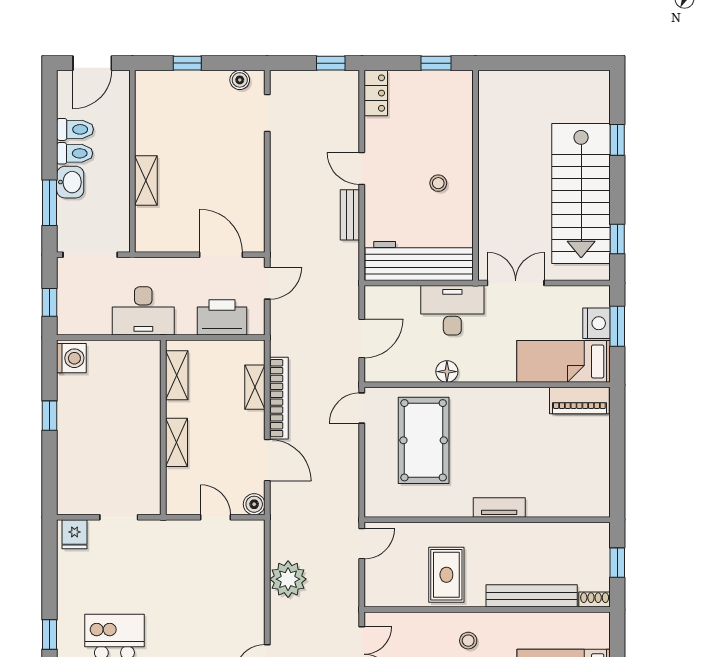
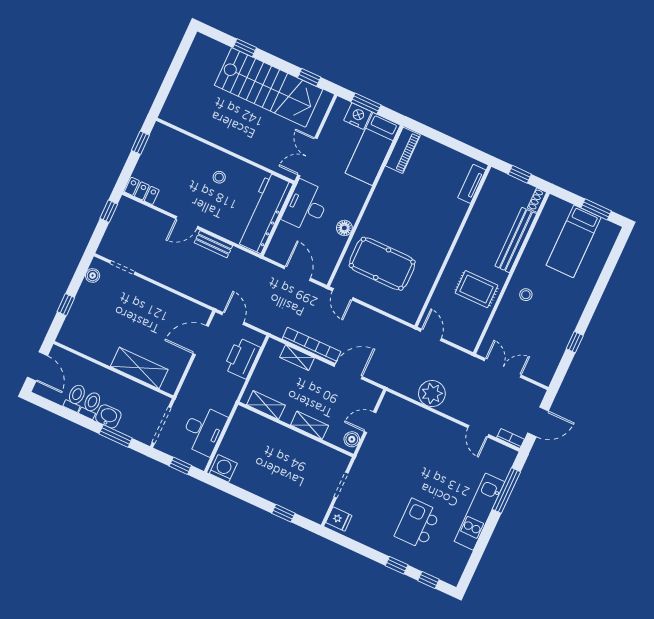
shelving: (146, 181) -> (139, 368), width x1.50, depth x1.33
desk: (143, 311) -> (204, 430), moved
window: (50, 416) -> (283, 513), moved
boiler: (254, 504) -> (352, 439), moved
tv unit: (499, 507) -> (472, 184), moved

